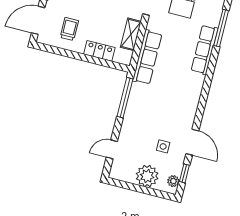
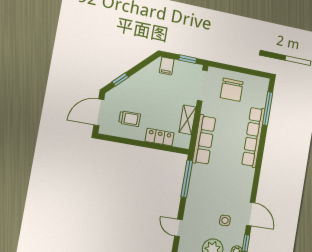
trolley: (69, 29) -> (130, 119), turned 90
row of seats: (204, 50) -> (253, 137), width x1.36
door: (112, 149) -> (178, 228), hinge flipped

